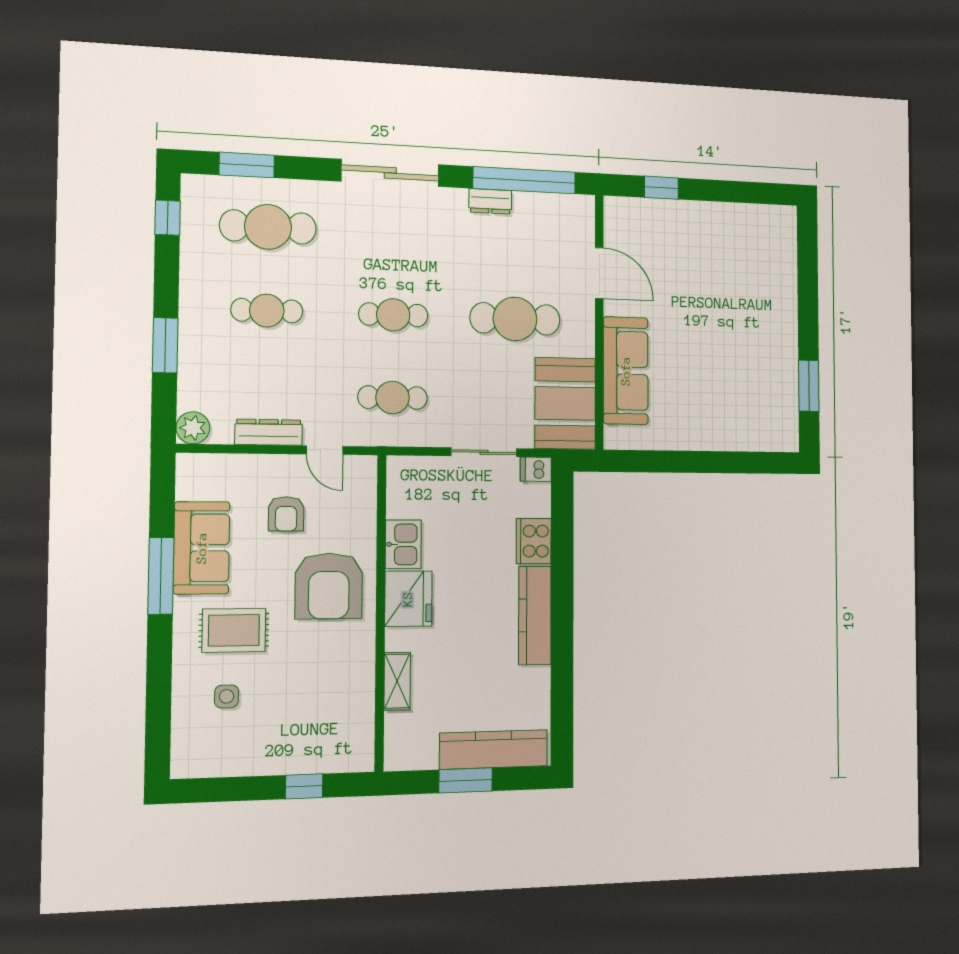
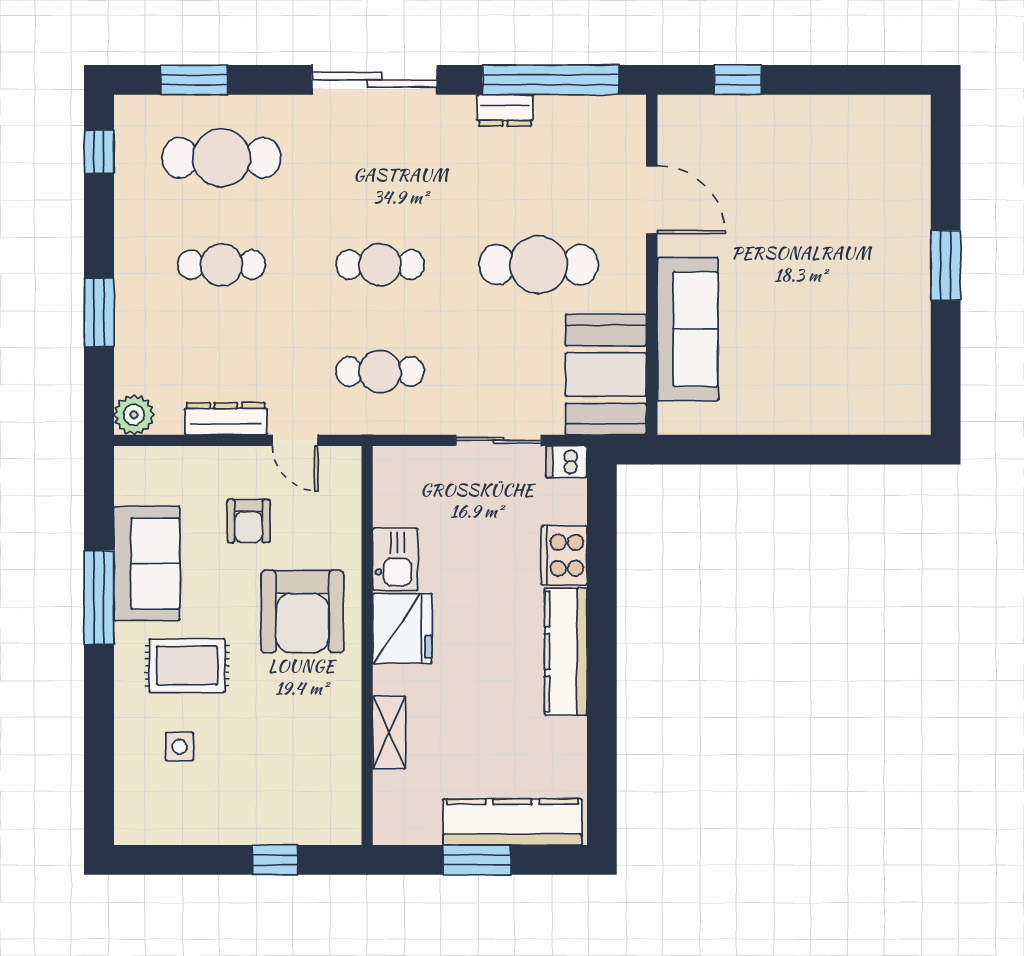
window: (809, 386) -> (946, 265), moved

